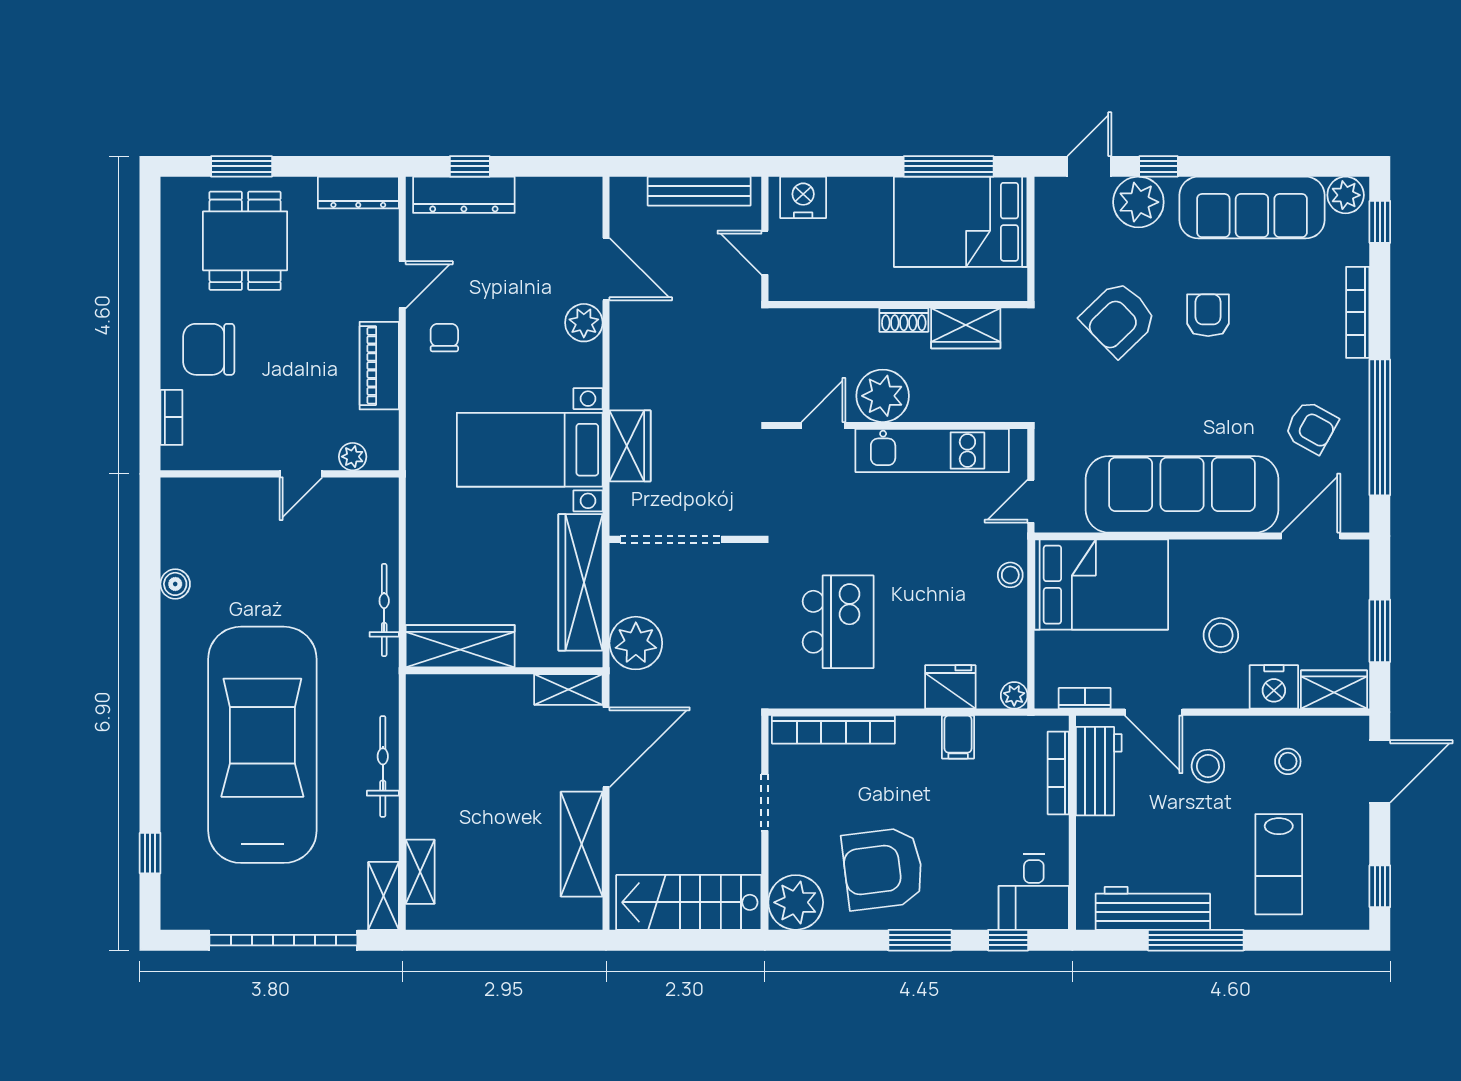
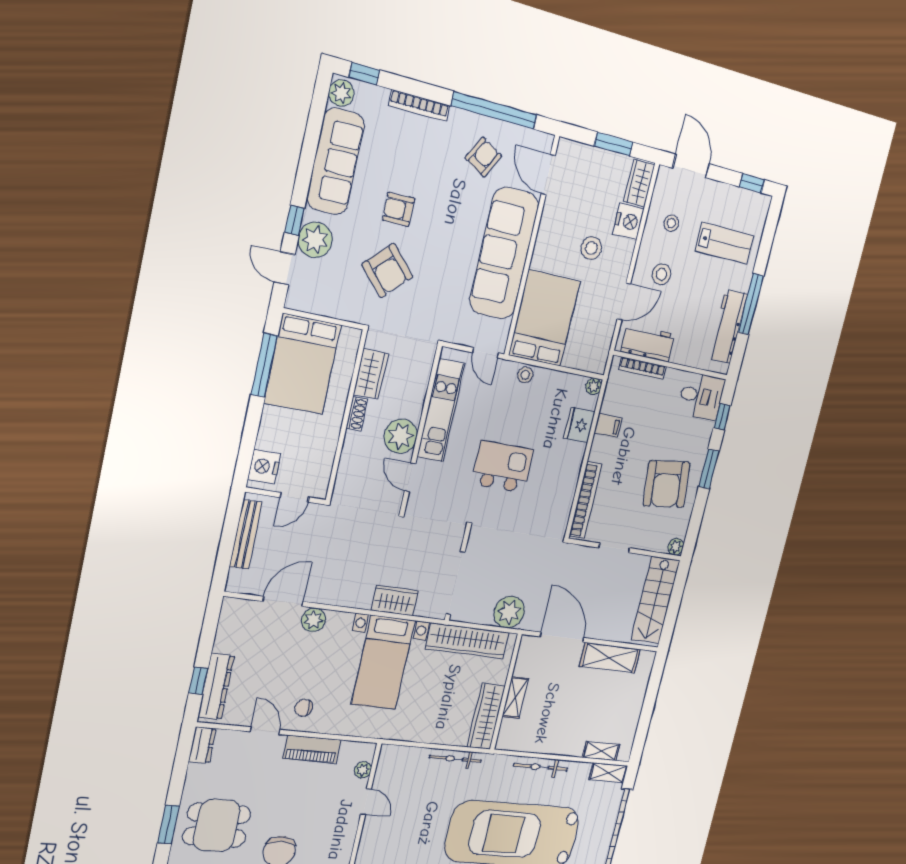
dresser: (358, 193) -> (202, 745), width x0.70
kitchen island: (838, 622) -> (502, 467), moved
shelving: (568, 690) -> (515, 698), moved
bookcase: (1085, 698) -> (606, 343), removed
plant: (796, 902) -> (676, 547), width x0.53, depth x0.53

